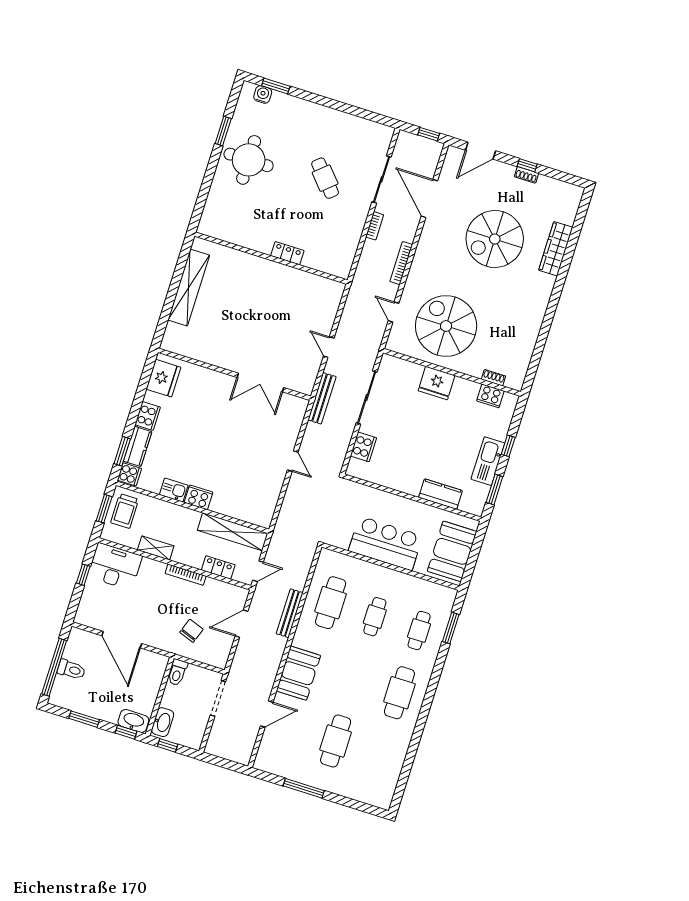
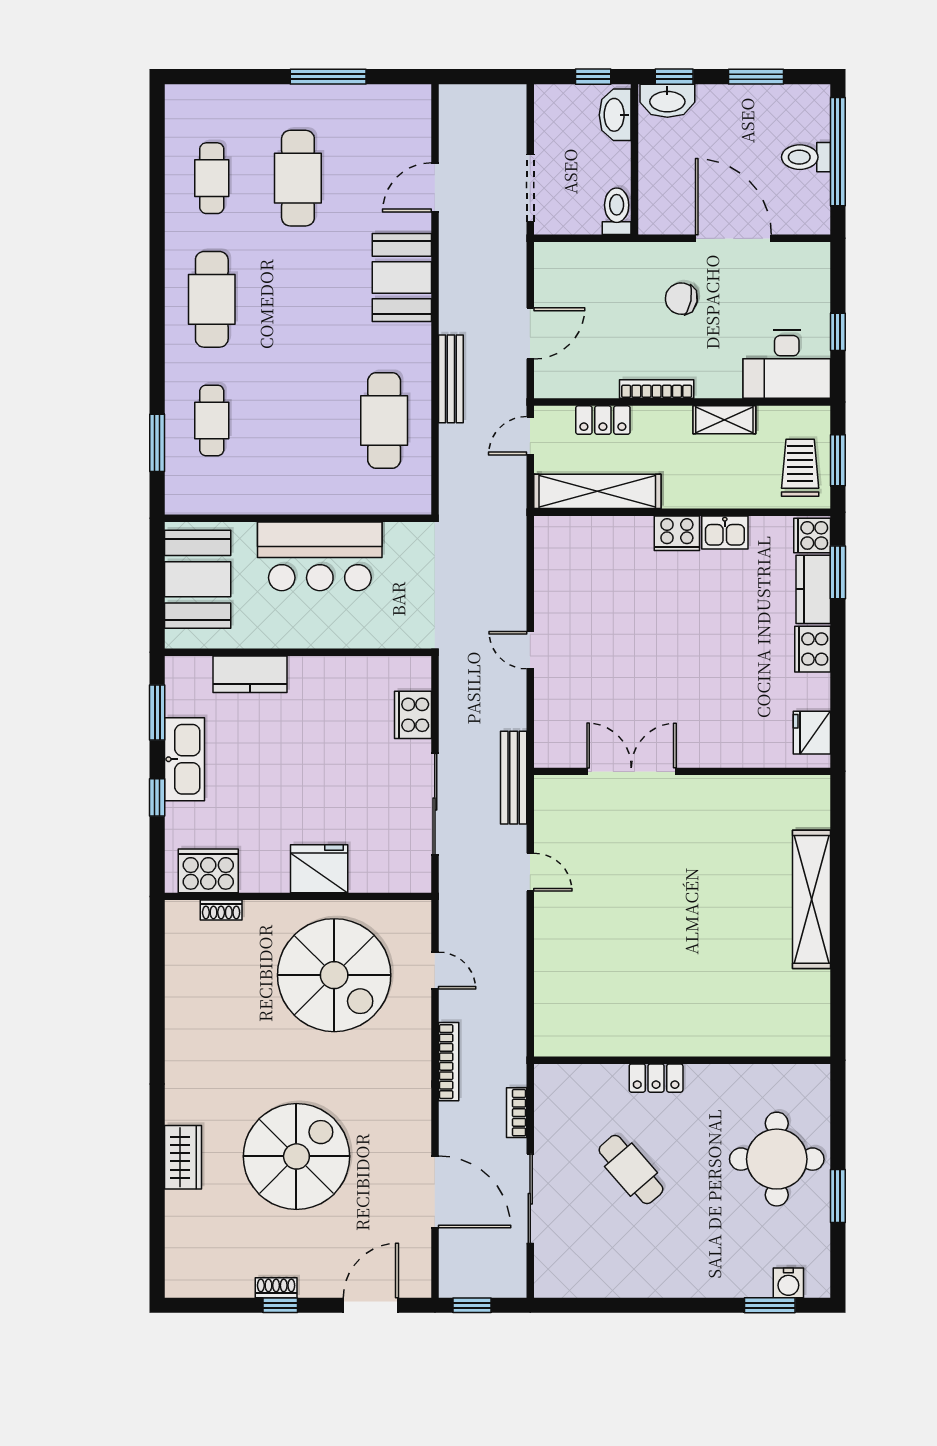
wardrobe: (556, 249) -> (183, 1157), width x0.67
locker: (287, 253) -> (656, 1078), moved
wall: (271, 258) -> (682, 1060), moved
fridge: (163, 378) -> (812, 733), width x0.73, depth x0.75
cooker: (490, 396) -> (208, 871), width x1.37, depth x1.31
cafe table: (375, 617) -> (212, 178), moved
chair: (191, 631) -> (681, 299), moved, turned 81

